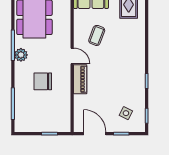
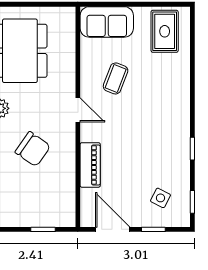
piano: (80, 79) -> (90, 165), moved
chair: (43, 81) -> (33, 149), turned -145

